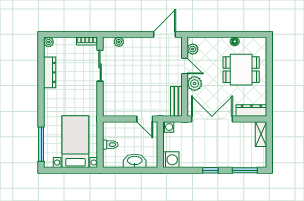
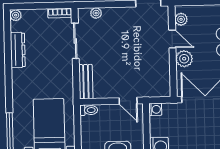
bench: (176, 101) -> (86, 82), moved
toilet: (110, 145) -> (89, 110), moved

